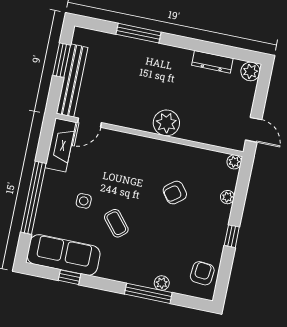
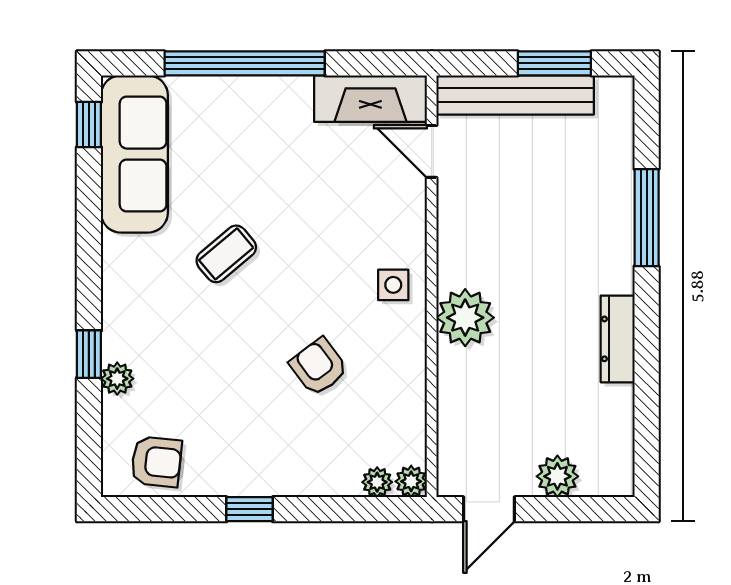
dresser: (212, 62) -> (618, 339), moved
plant: (250, 71) -> (557, 476), moved
plant: (227, 197) -> (377, 482), moved
side table: (84, 201) -> (393, 285), moved
window: (70, 277) -> (89, 124), moved
window: (148, 293) -> (89, 354), width x0.46

